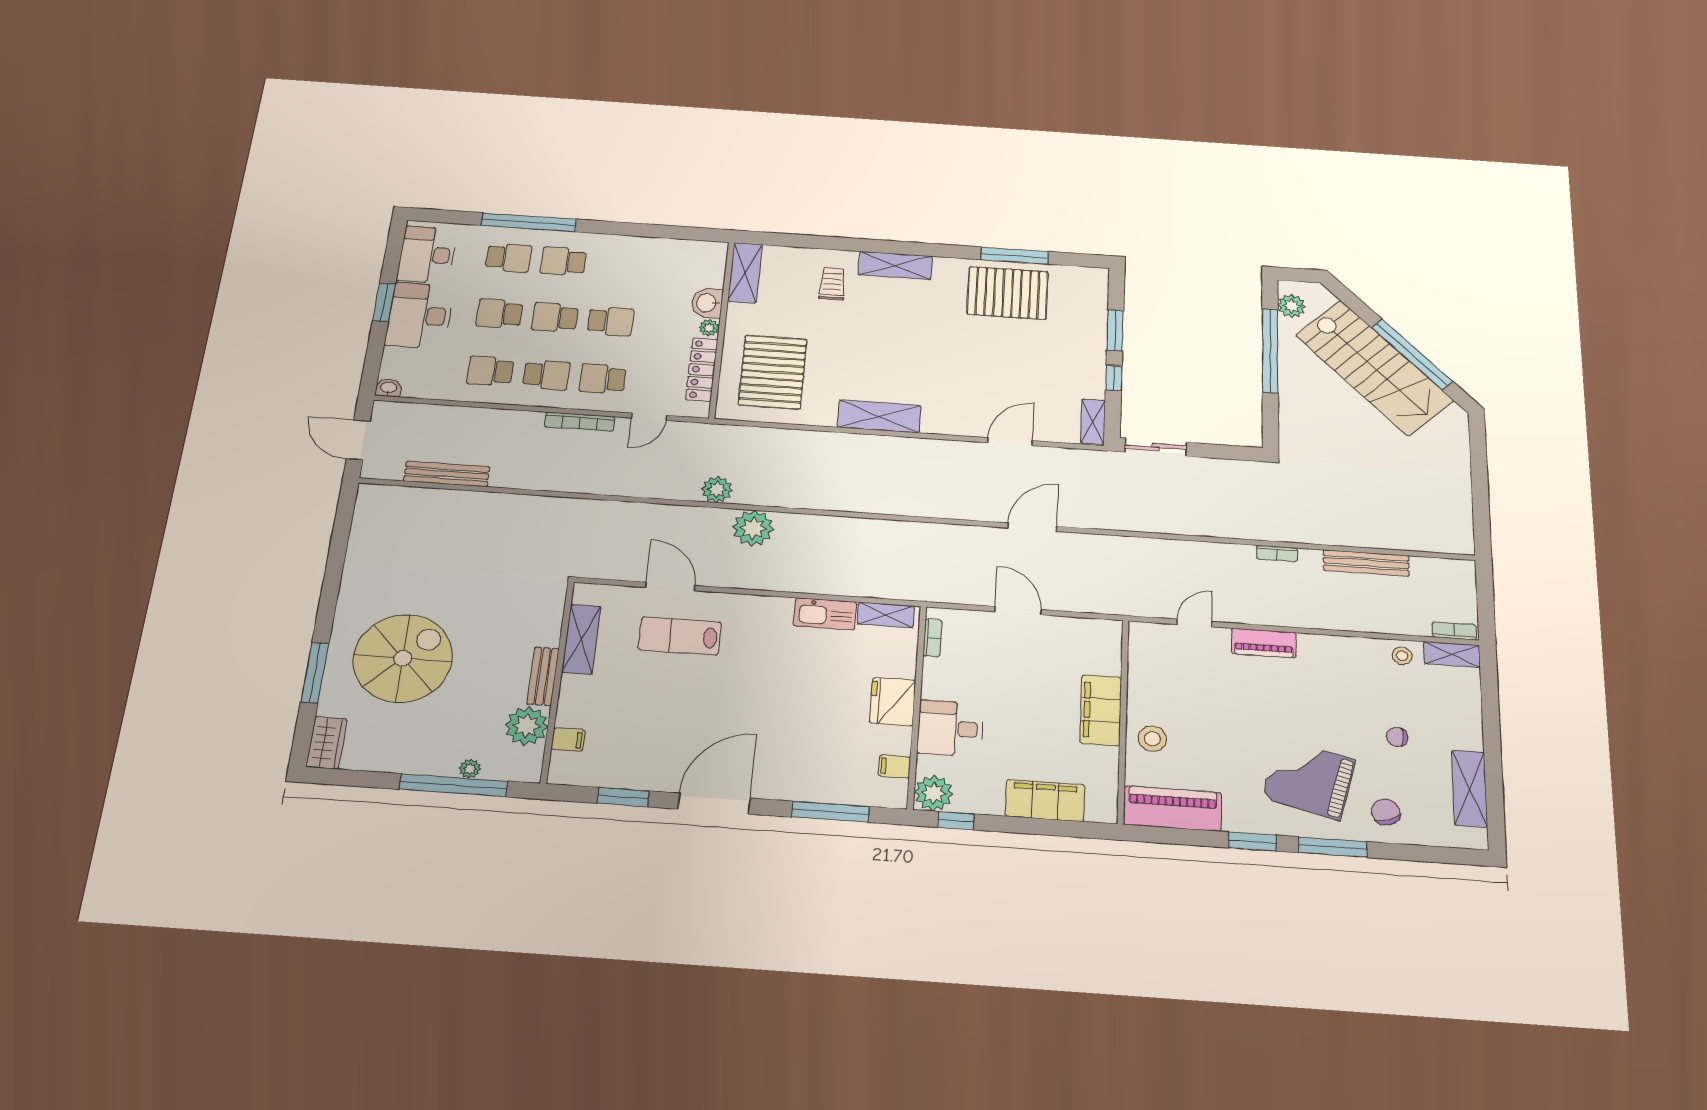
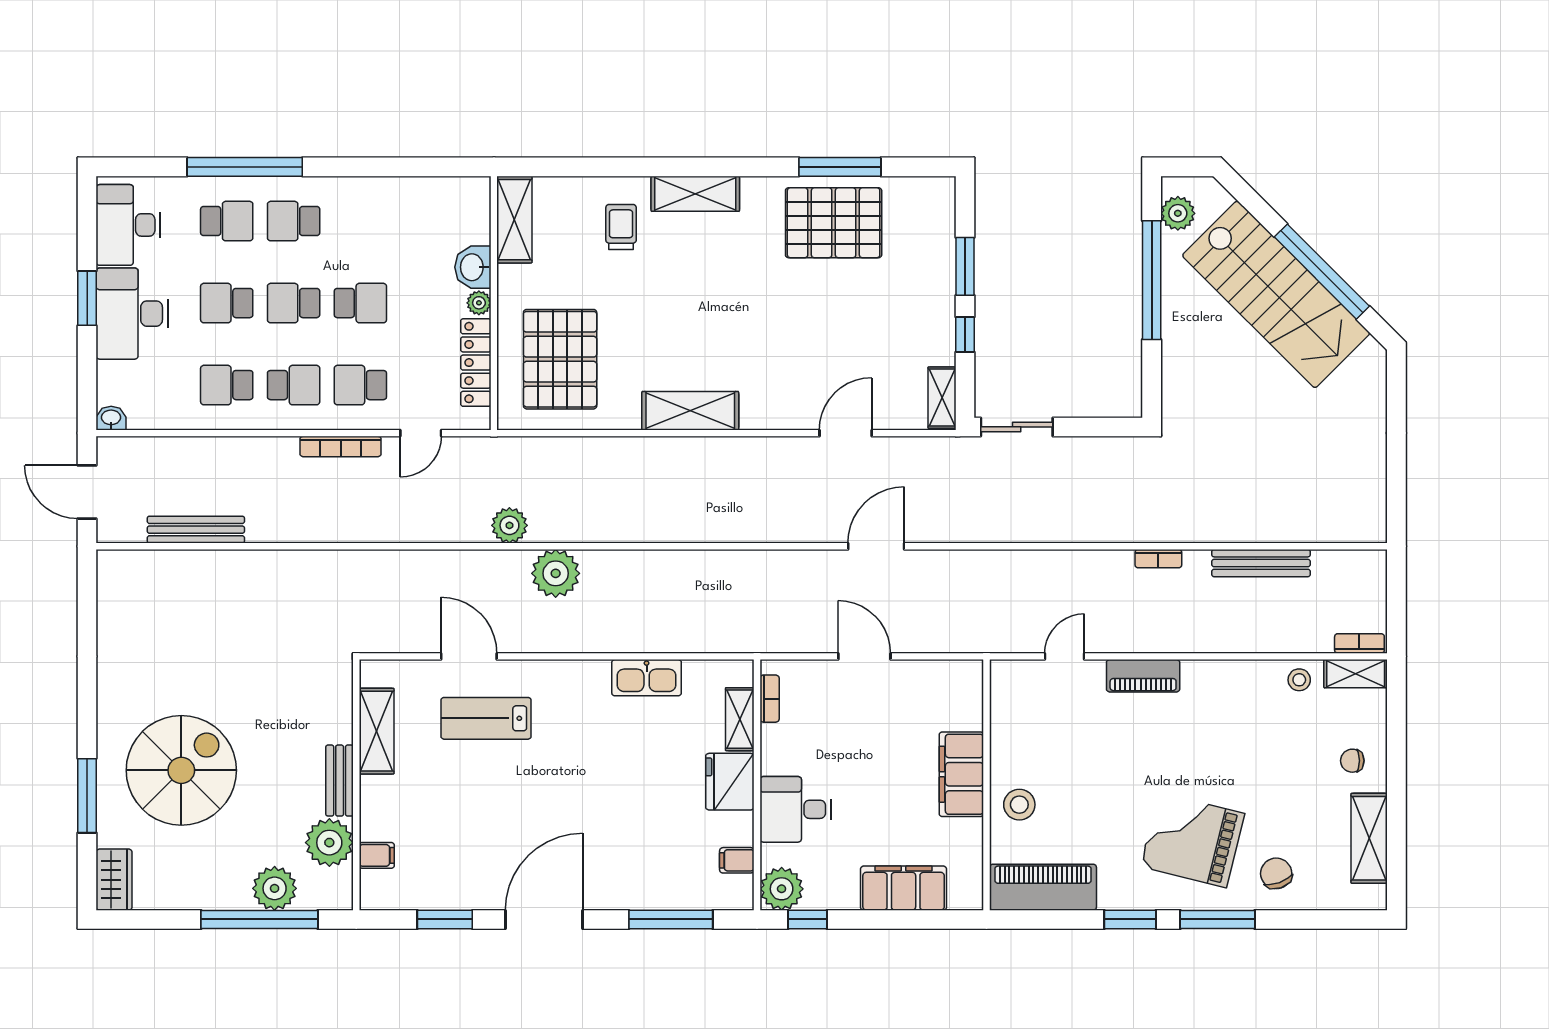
shelving: (886, 615) -> (740, 719), moved, turned 90
chair: (1397, 737) -> (1352, 761), moved
plant: (470, 769) -> (275, 888), width x1.88, depth x1.88

